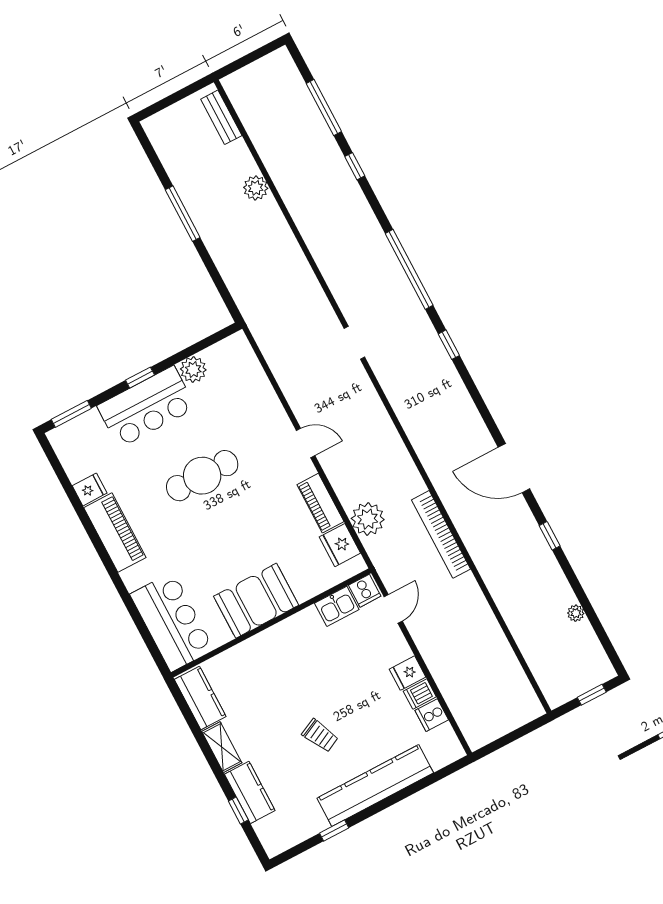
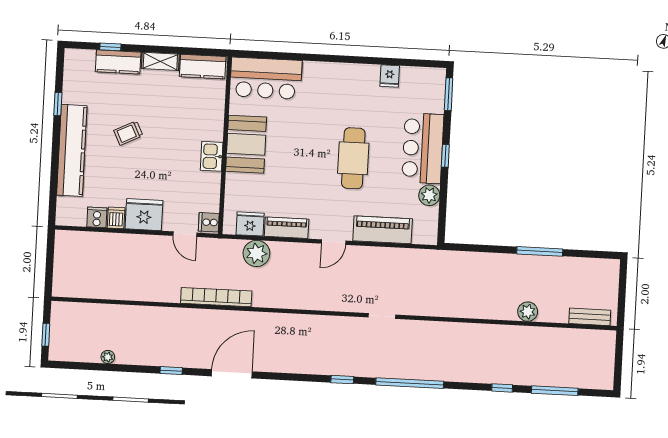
piano: (115, 533) -> (383, 230), moved, turned 180
kitchen sink: (337, 606) -> (212, 156), moved
fridge: (408, 673) -> (144, 215), width x1.88, depth x1.34

